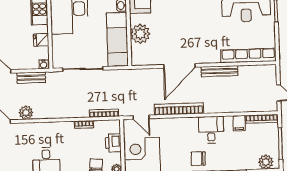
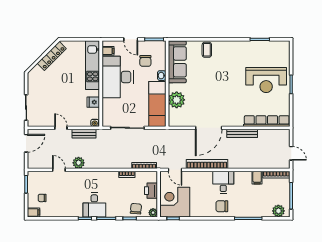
desk: (211, 130) -> (223, 182), moved

